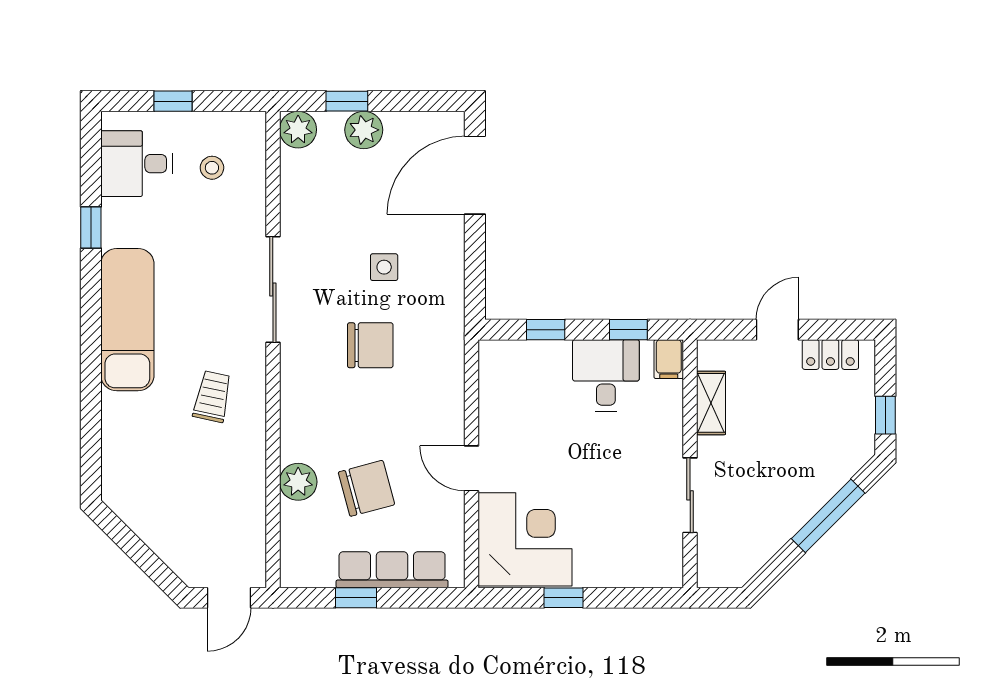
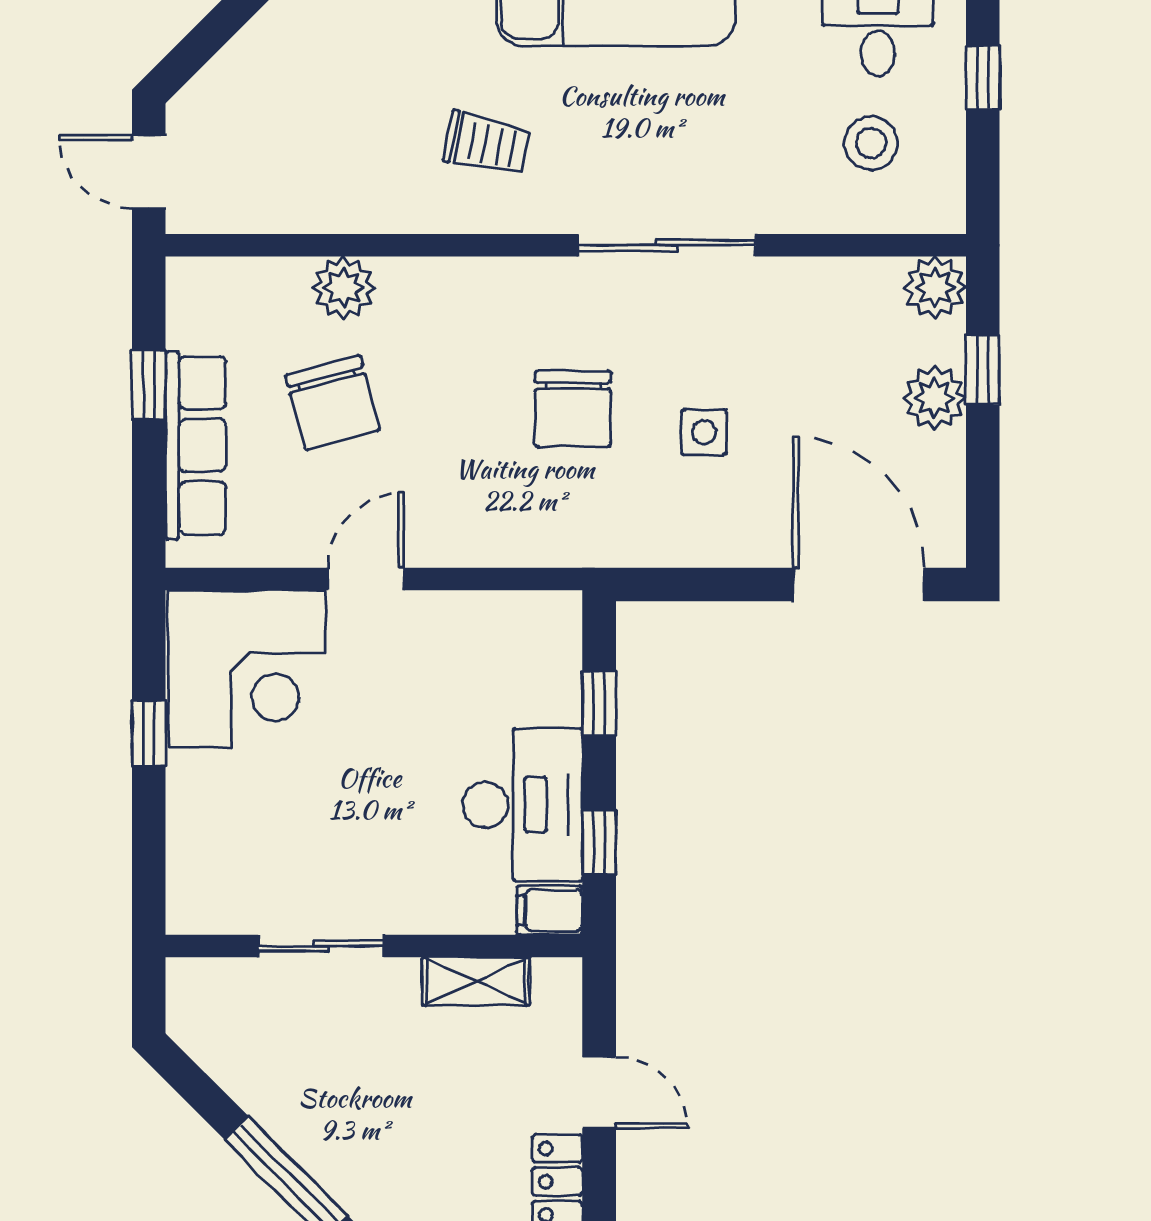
stool: (212, 168) -> (871, 143), width x1.37, depth x1.37
desk: (606, 375) -> (522, 805), width x1.37

